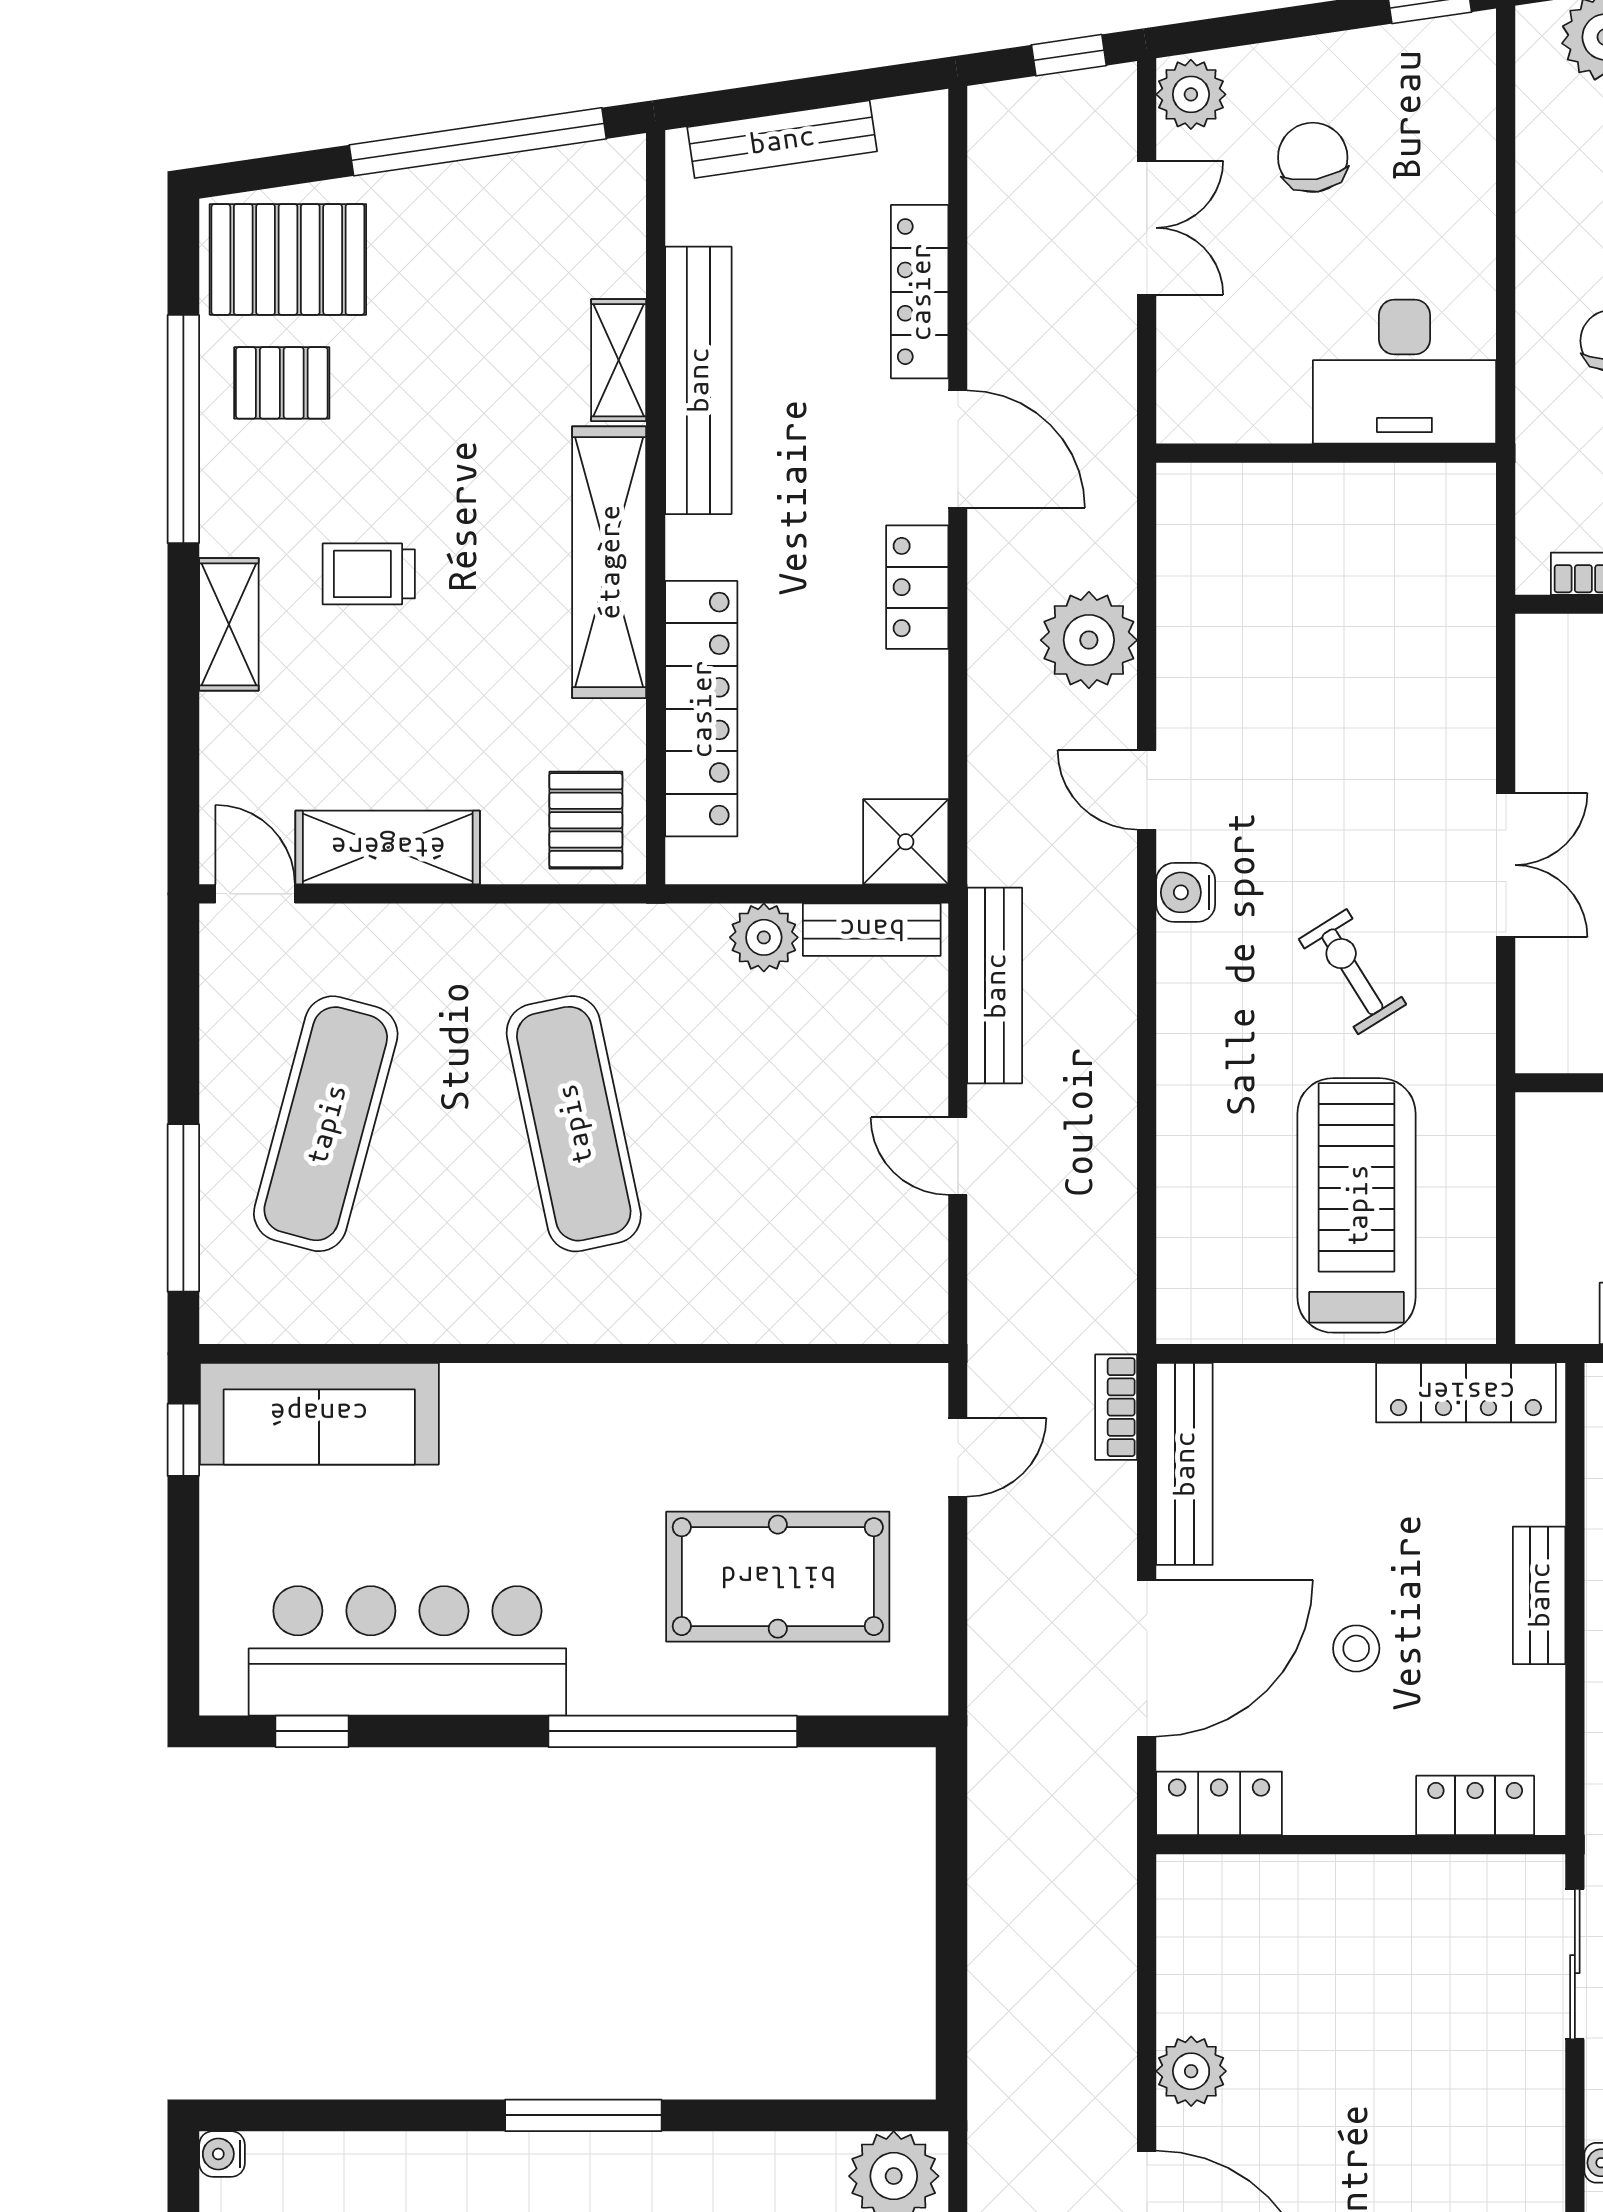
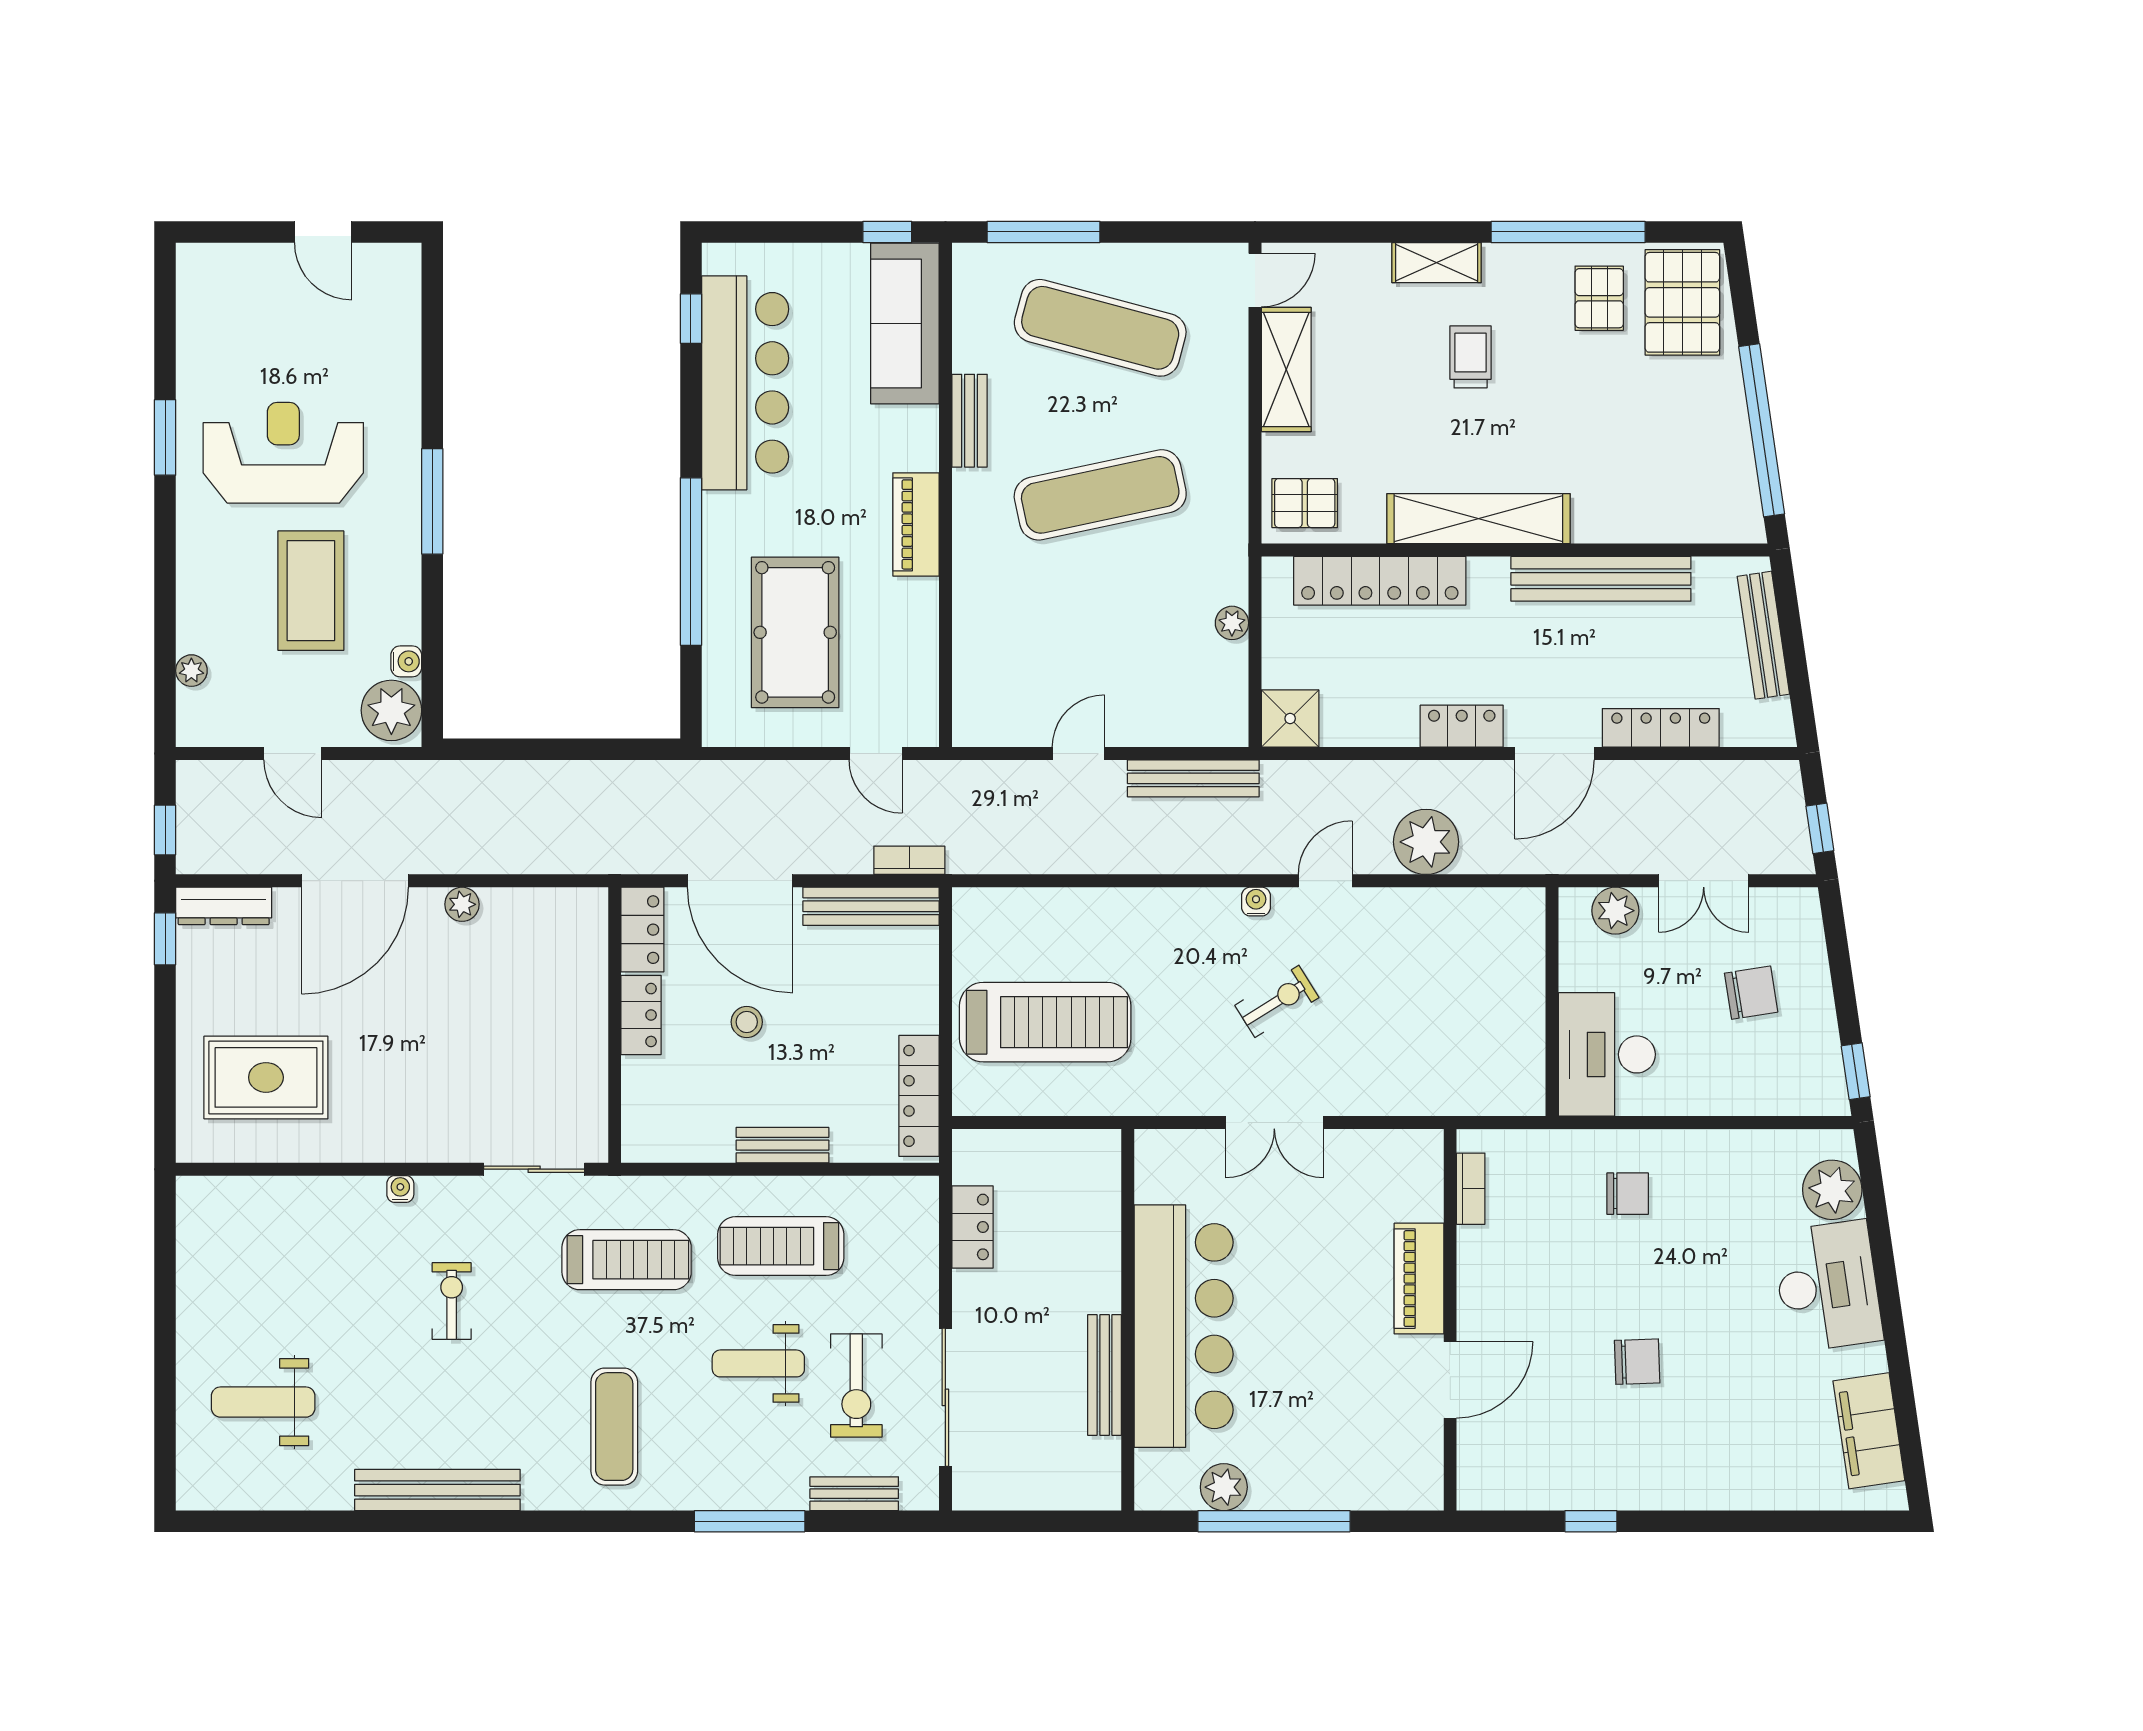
plant: (1191, 94) -> (1615, 911), moved
shelving: (619, 360) -> (1615, 525), removed
water cooler: (1186, 892) -> (1256, 902), width x0.72, depth x0.72
bench: (872, 930) -> (969, 421), moved
plant: (764, 937) -> (1232, 623), width x0.73, depth x0.73
exercise bike: (1352, 972) -> (1277, 1001), moved
piano: (618, 1397) -> (916, 524), added
locker: (1475, 1805) -> (641, 1015), moved
plant: (1191, 2071) -> (462, 904), width x0.73, depth x0.73
water cooler: (222, 2154) -> (406, 661), moved, turned 90

